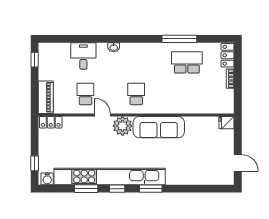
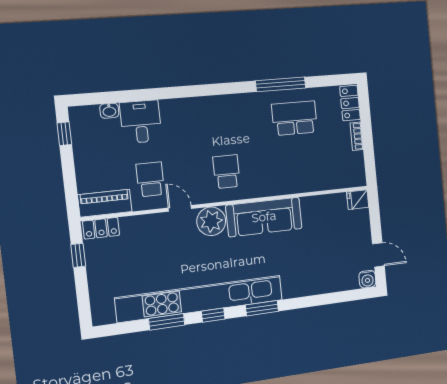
washbasin: (114, 47) -> (109, 111), moved
piano: (46, 97) -> (105, 203), moved, turned -90
window: (35, 163) -> (78, 255), moved
water cooler: (47, 179) -> (367, 279), moved

